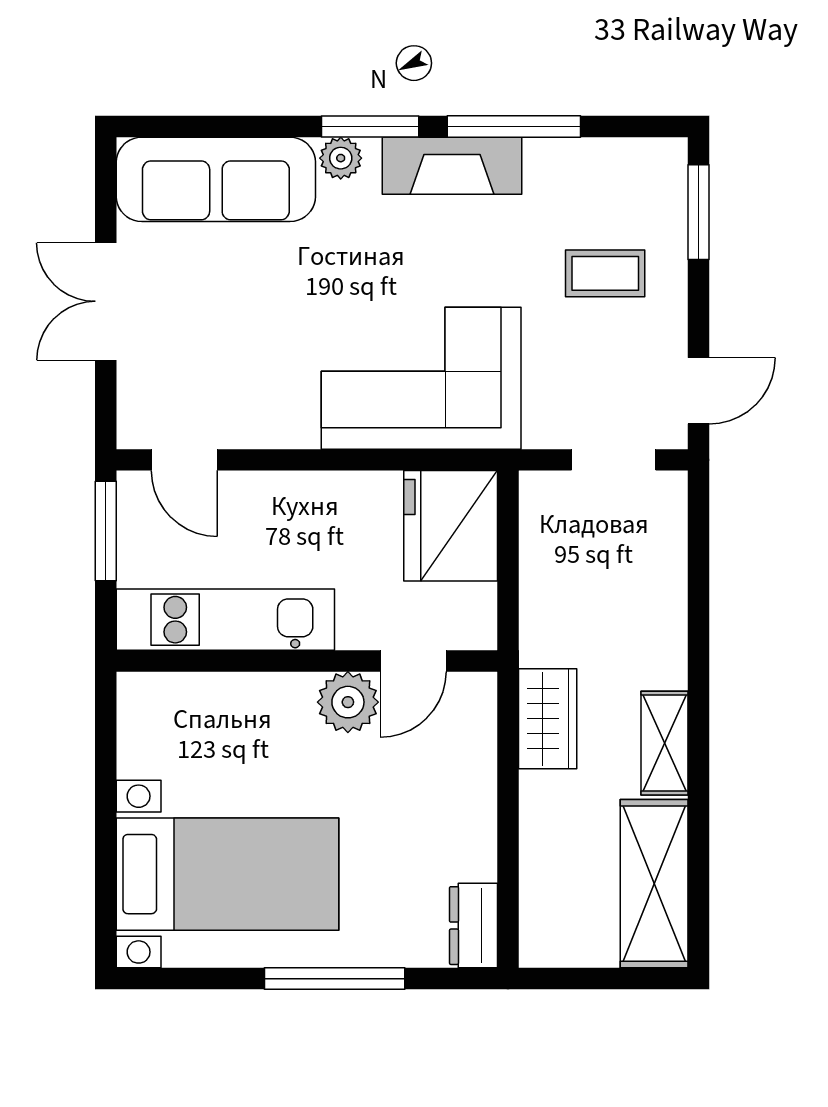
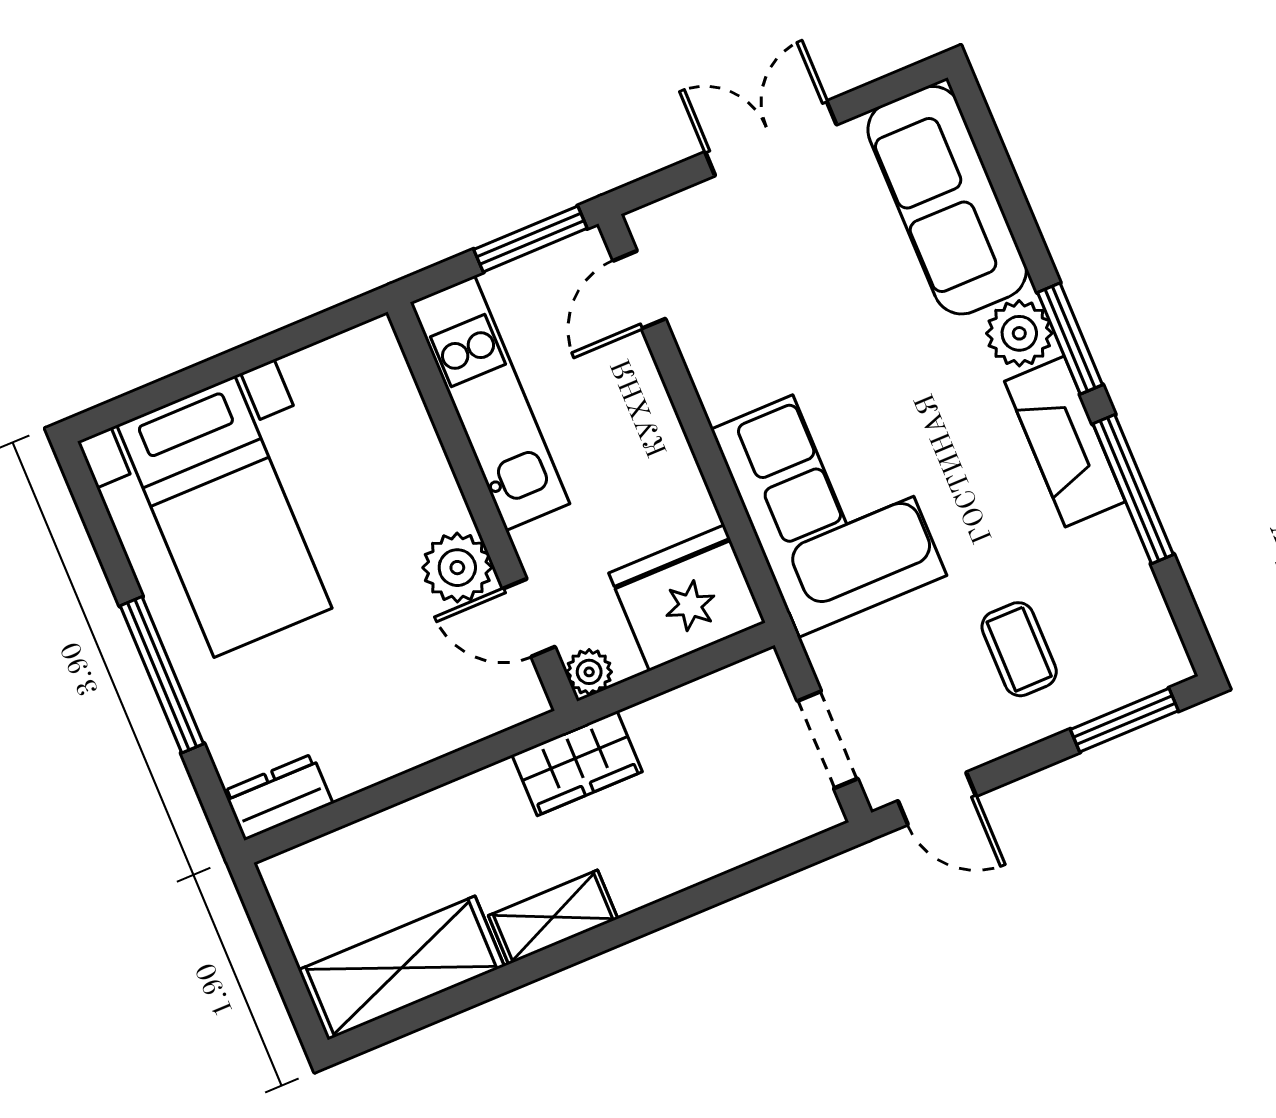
plant: (341, 158) -> (1019, 333), width x1.38, depth x1.38
plant: (477, 630) -> (589, 672), added
wardrobe: (548, 719) -> (577, 763), moved

